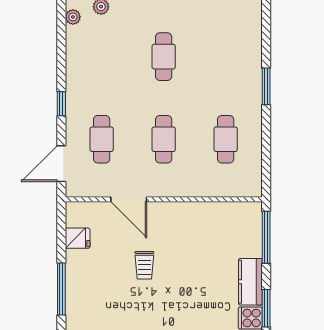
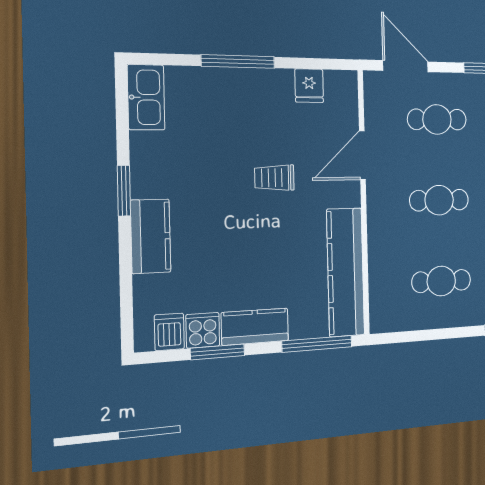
kitchen counter: (215, 214) -> (346, 272), added

